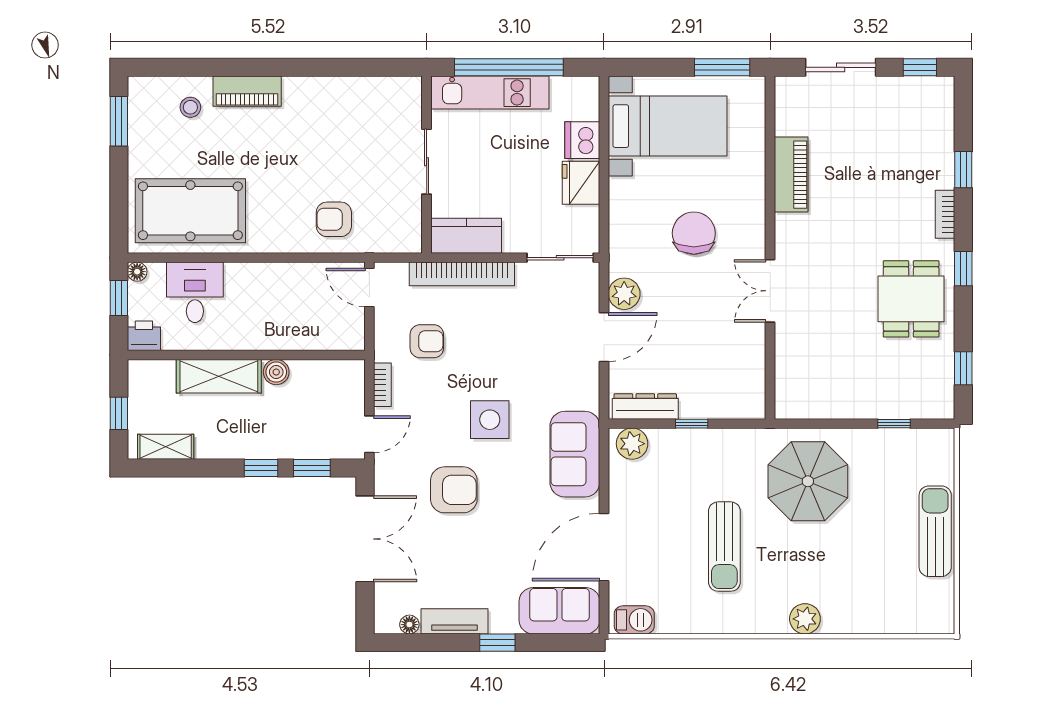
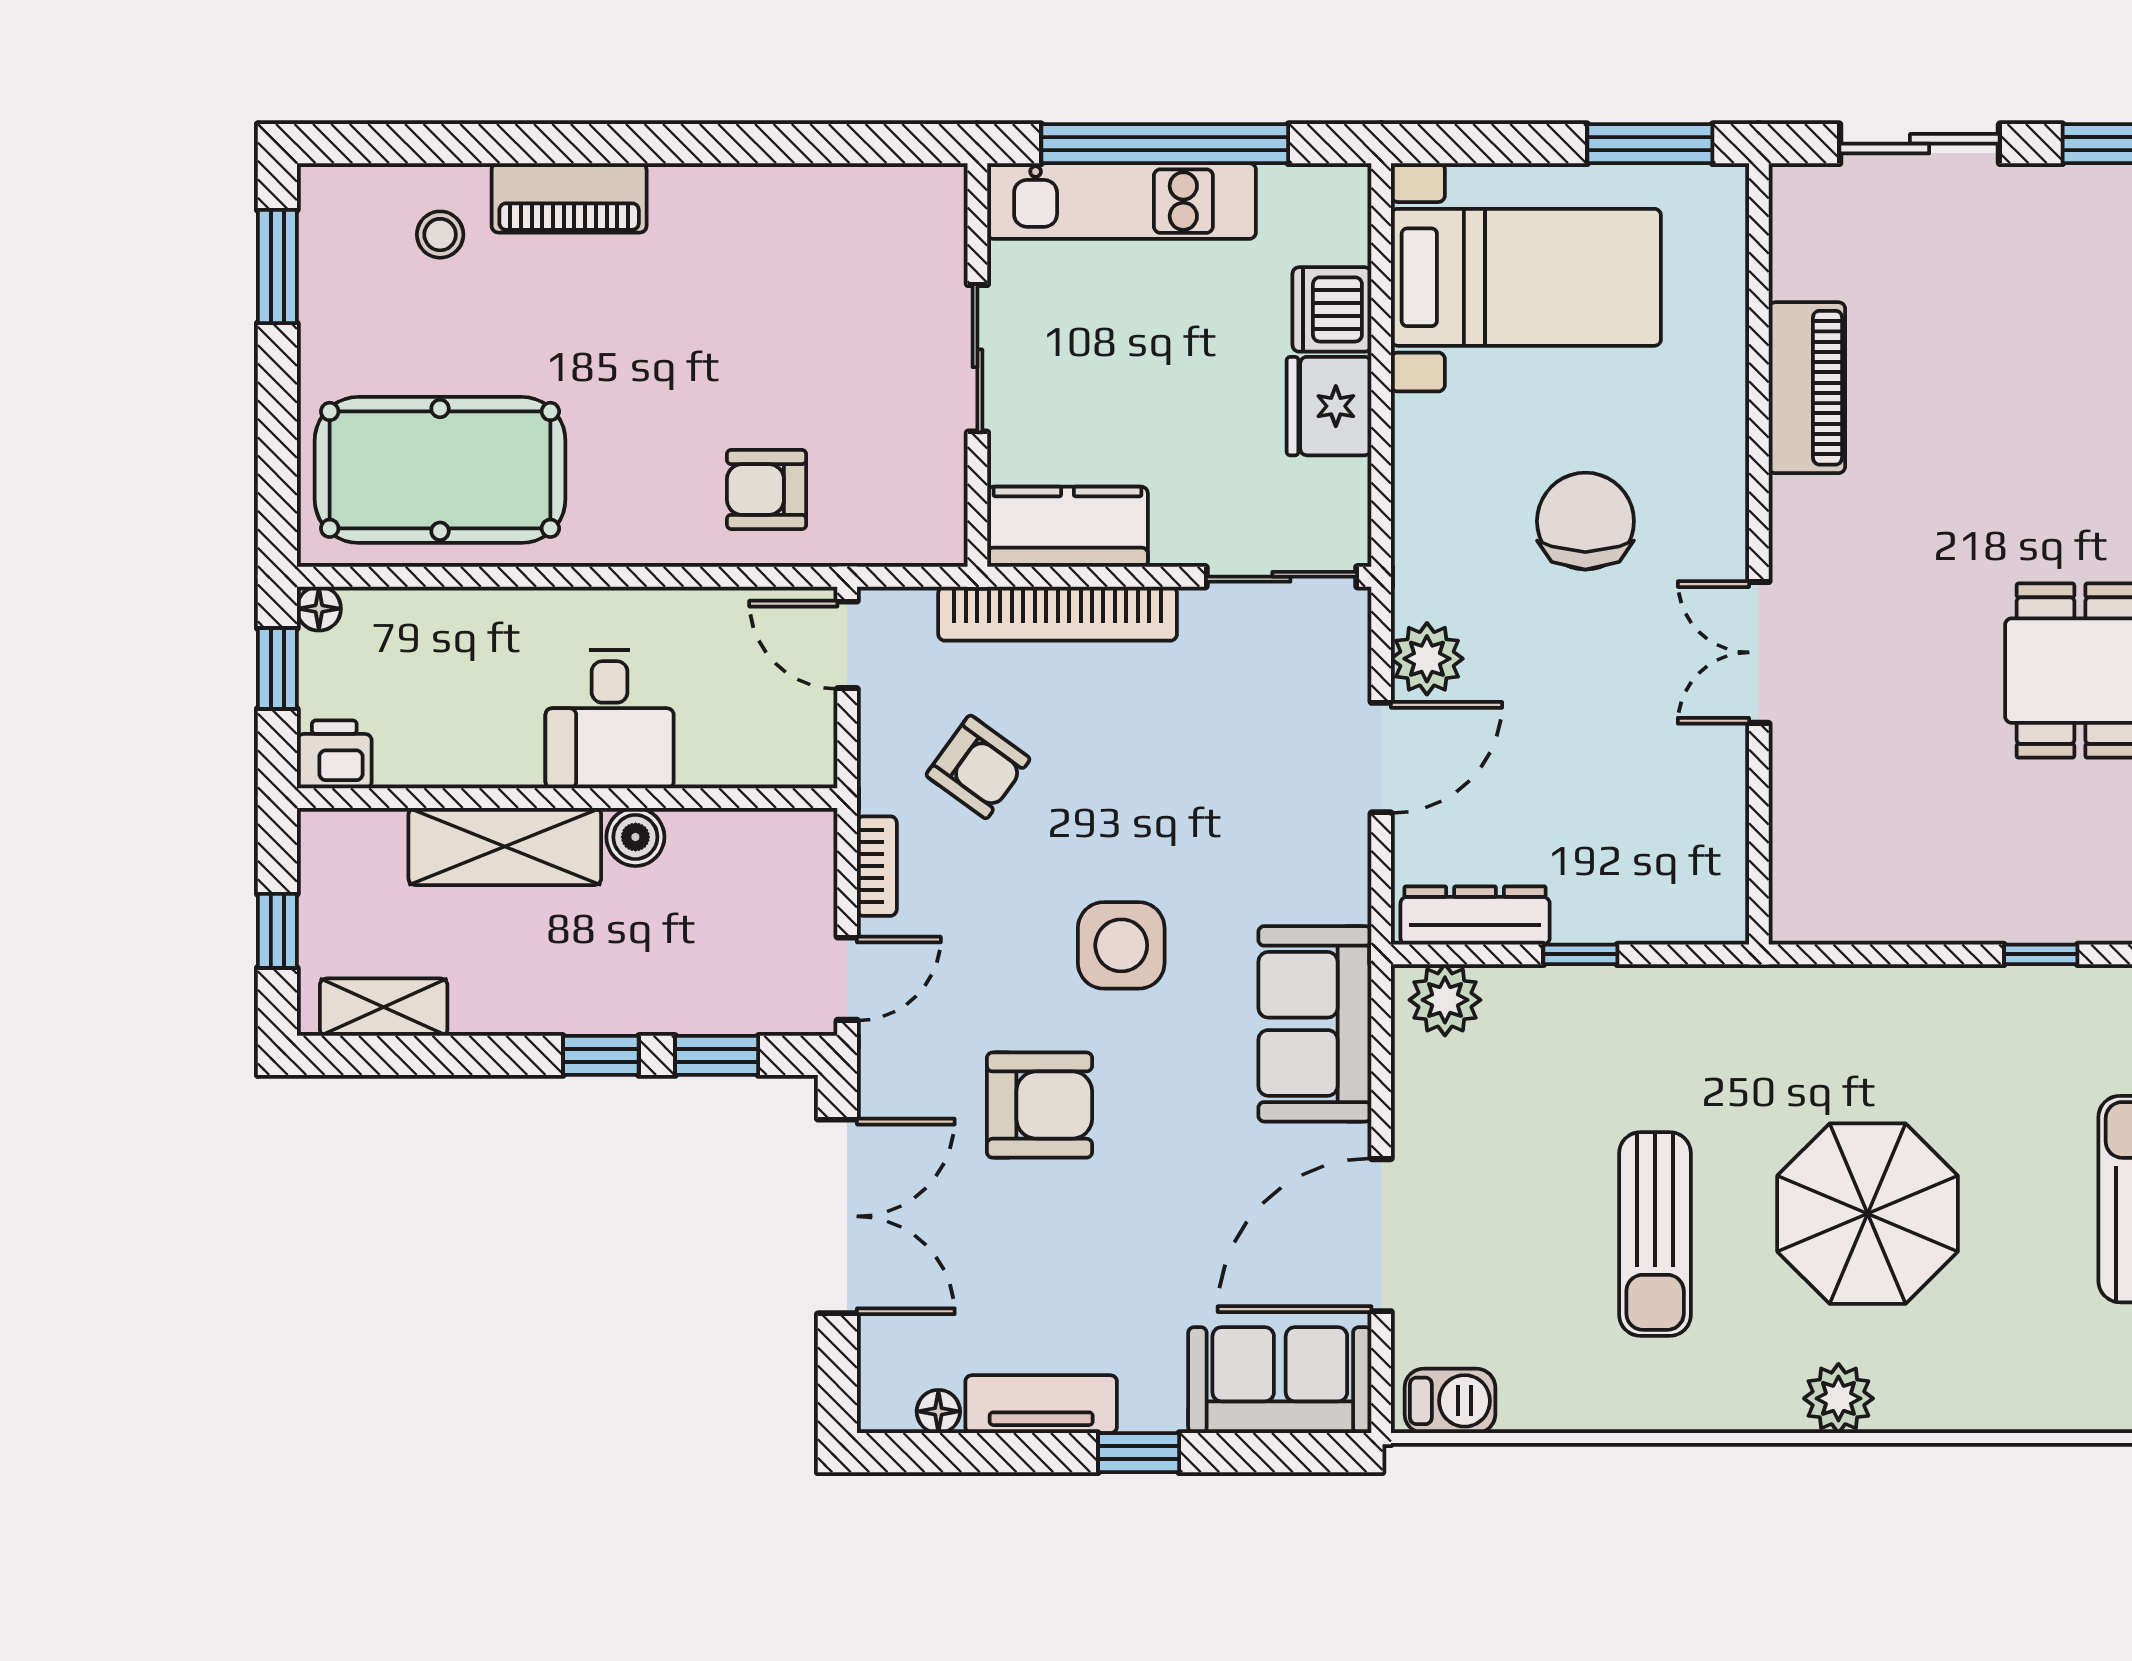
desk: (195, 292) -> (610, 719), moved, turned 180
armchair: (427, 341) -> (978, 767), turned 36
parasol: (808, 481) -> (1868, 1214), moved

